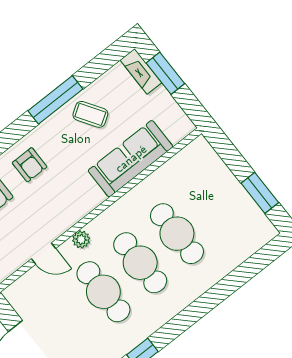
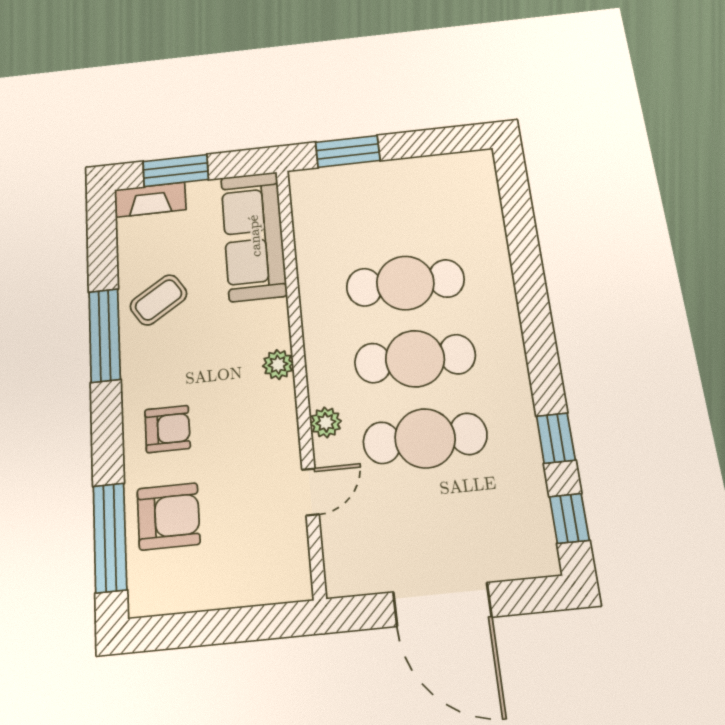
sofa: (131, 159) -> (254, 236), moved
window: (260, 193) -> (348, 151), moved
plant: (95, 197) -> (278, 365), added

